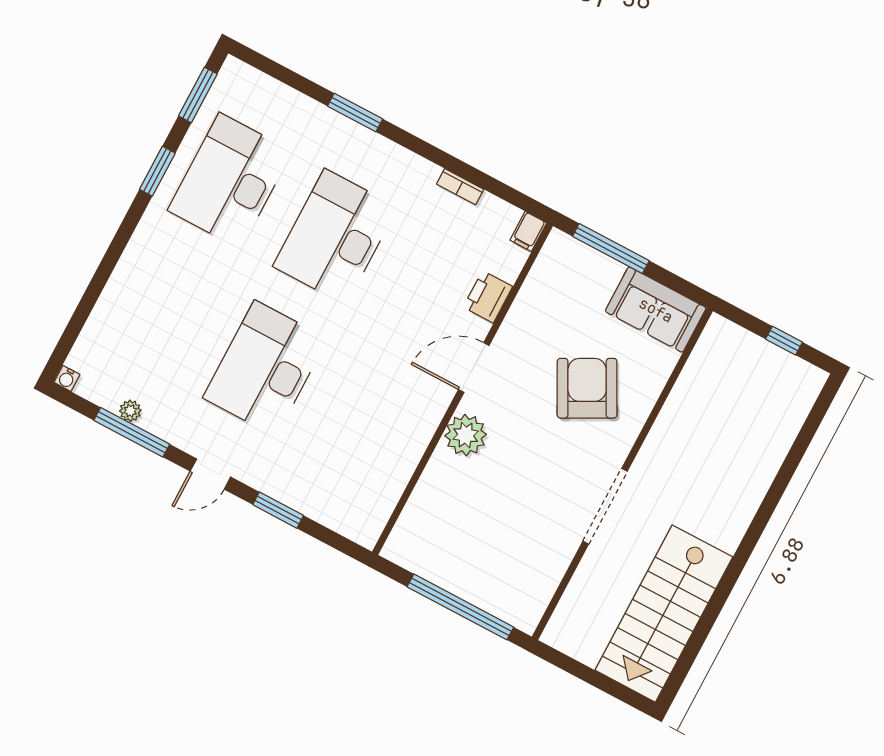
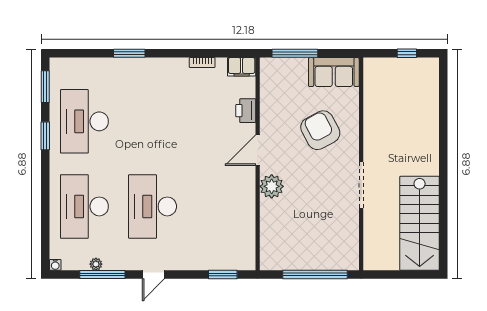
filing cabinet: (528, 231) -> (242, 67), width x2.00
desk: (335, 237) -> (84, 206), moved
window: (278, 510) -> (223, 275), moved

